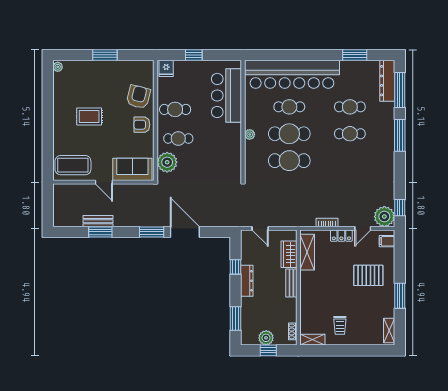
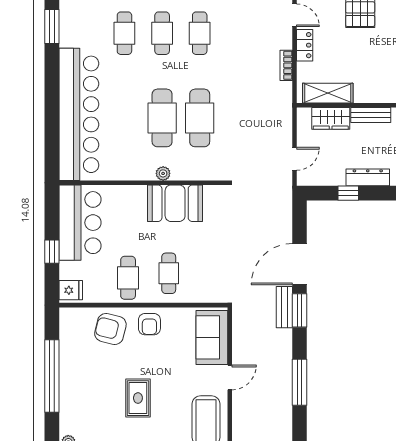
window: (105, 55) -> (52, 376), width x2.11
bar counter: (227, 95) -> (80, 223), moved, turned -90
cafe table: (289, 107) -> (200, 33), moved
booth: (228, 143) -> (175, 203), added
plant: (167, 162) -> (202, 289), removed
bench: (98, 221) -> (284, 307), moved
window: (100, 232) -> (300, 382), width x1.44

